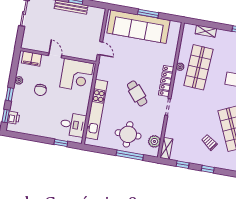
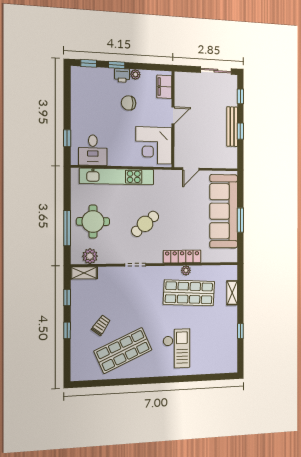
locker: (166, 81) -> (182, 257), moved
printer: (13, 118) -> (122, 75), moved

